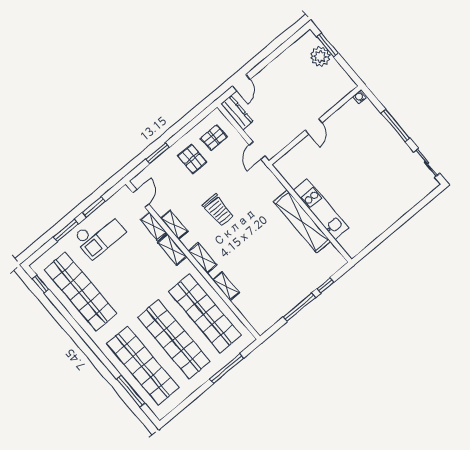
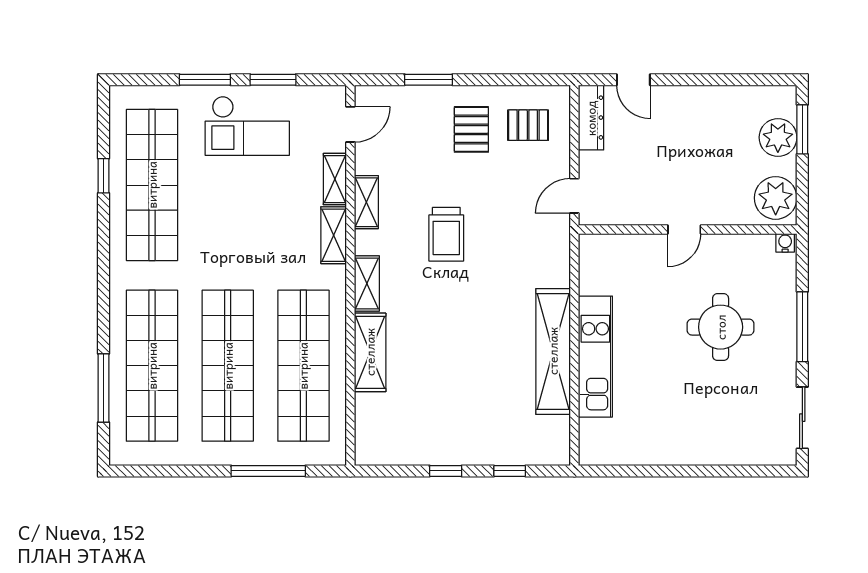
plant: (340, 82) -> (776, 198), added
door: (241, 83) -> (633, 80), hinge flipped
round table: (362, 154) -> (721, 327), added
window: (40, 284) -> (104, 176), moved
shelving: (226, 286) -> (370, 352), width x1.50, depth x1.33
window: (299, 307) -> (446, 471), width x0.46

